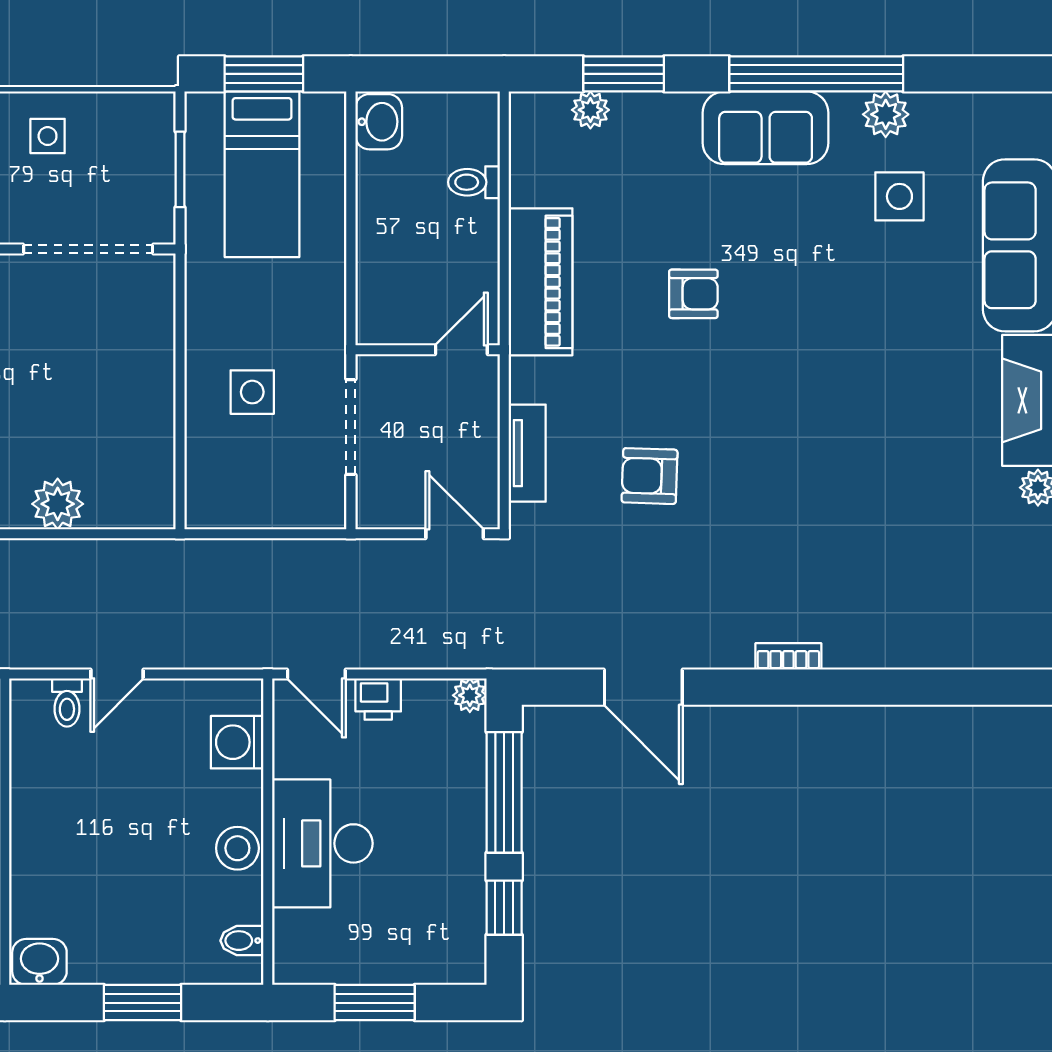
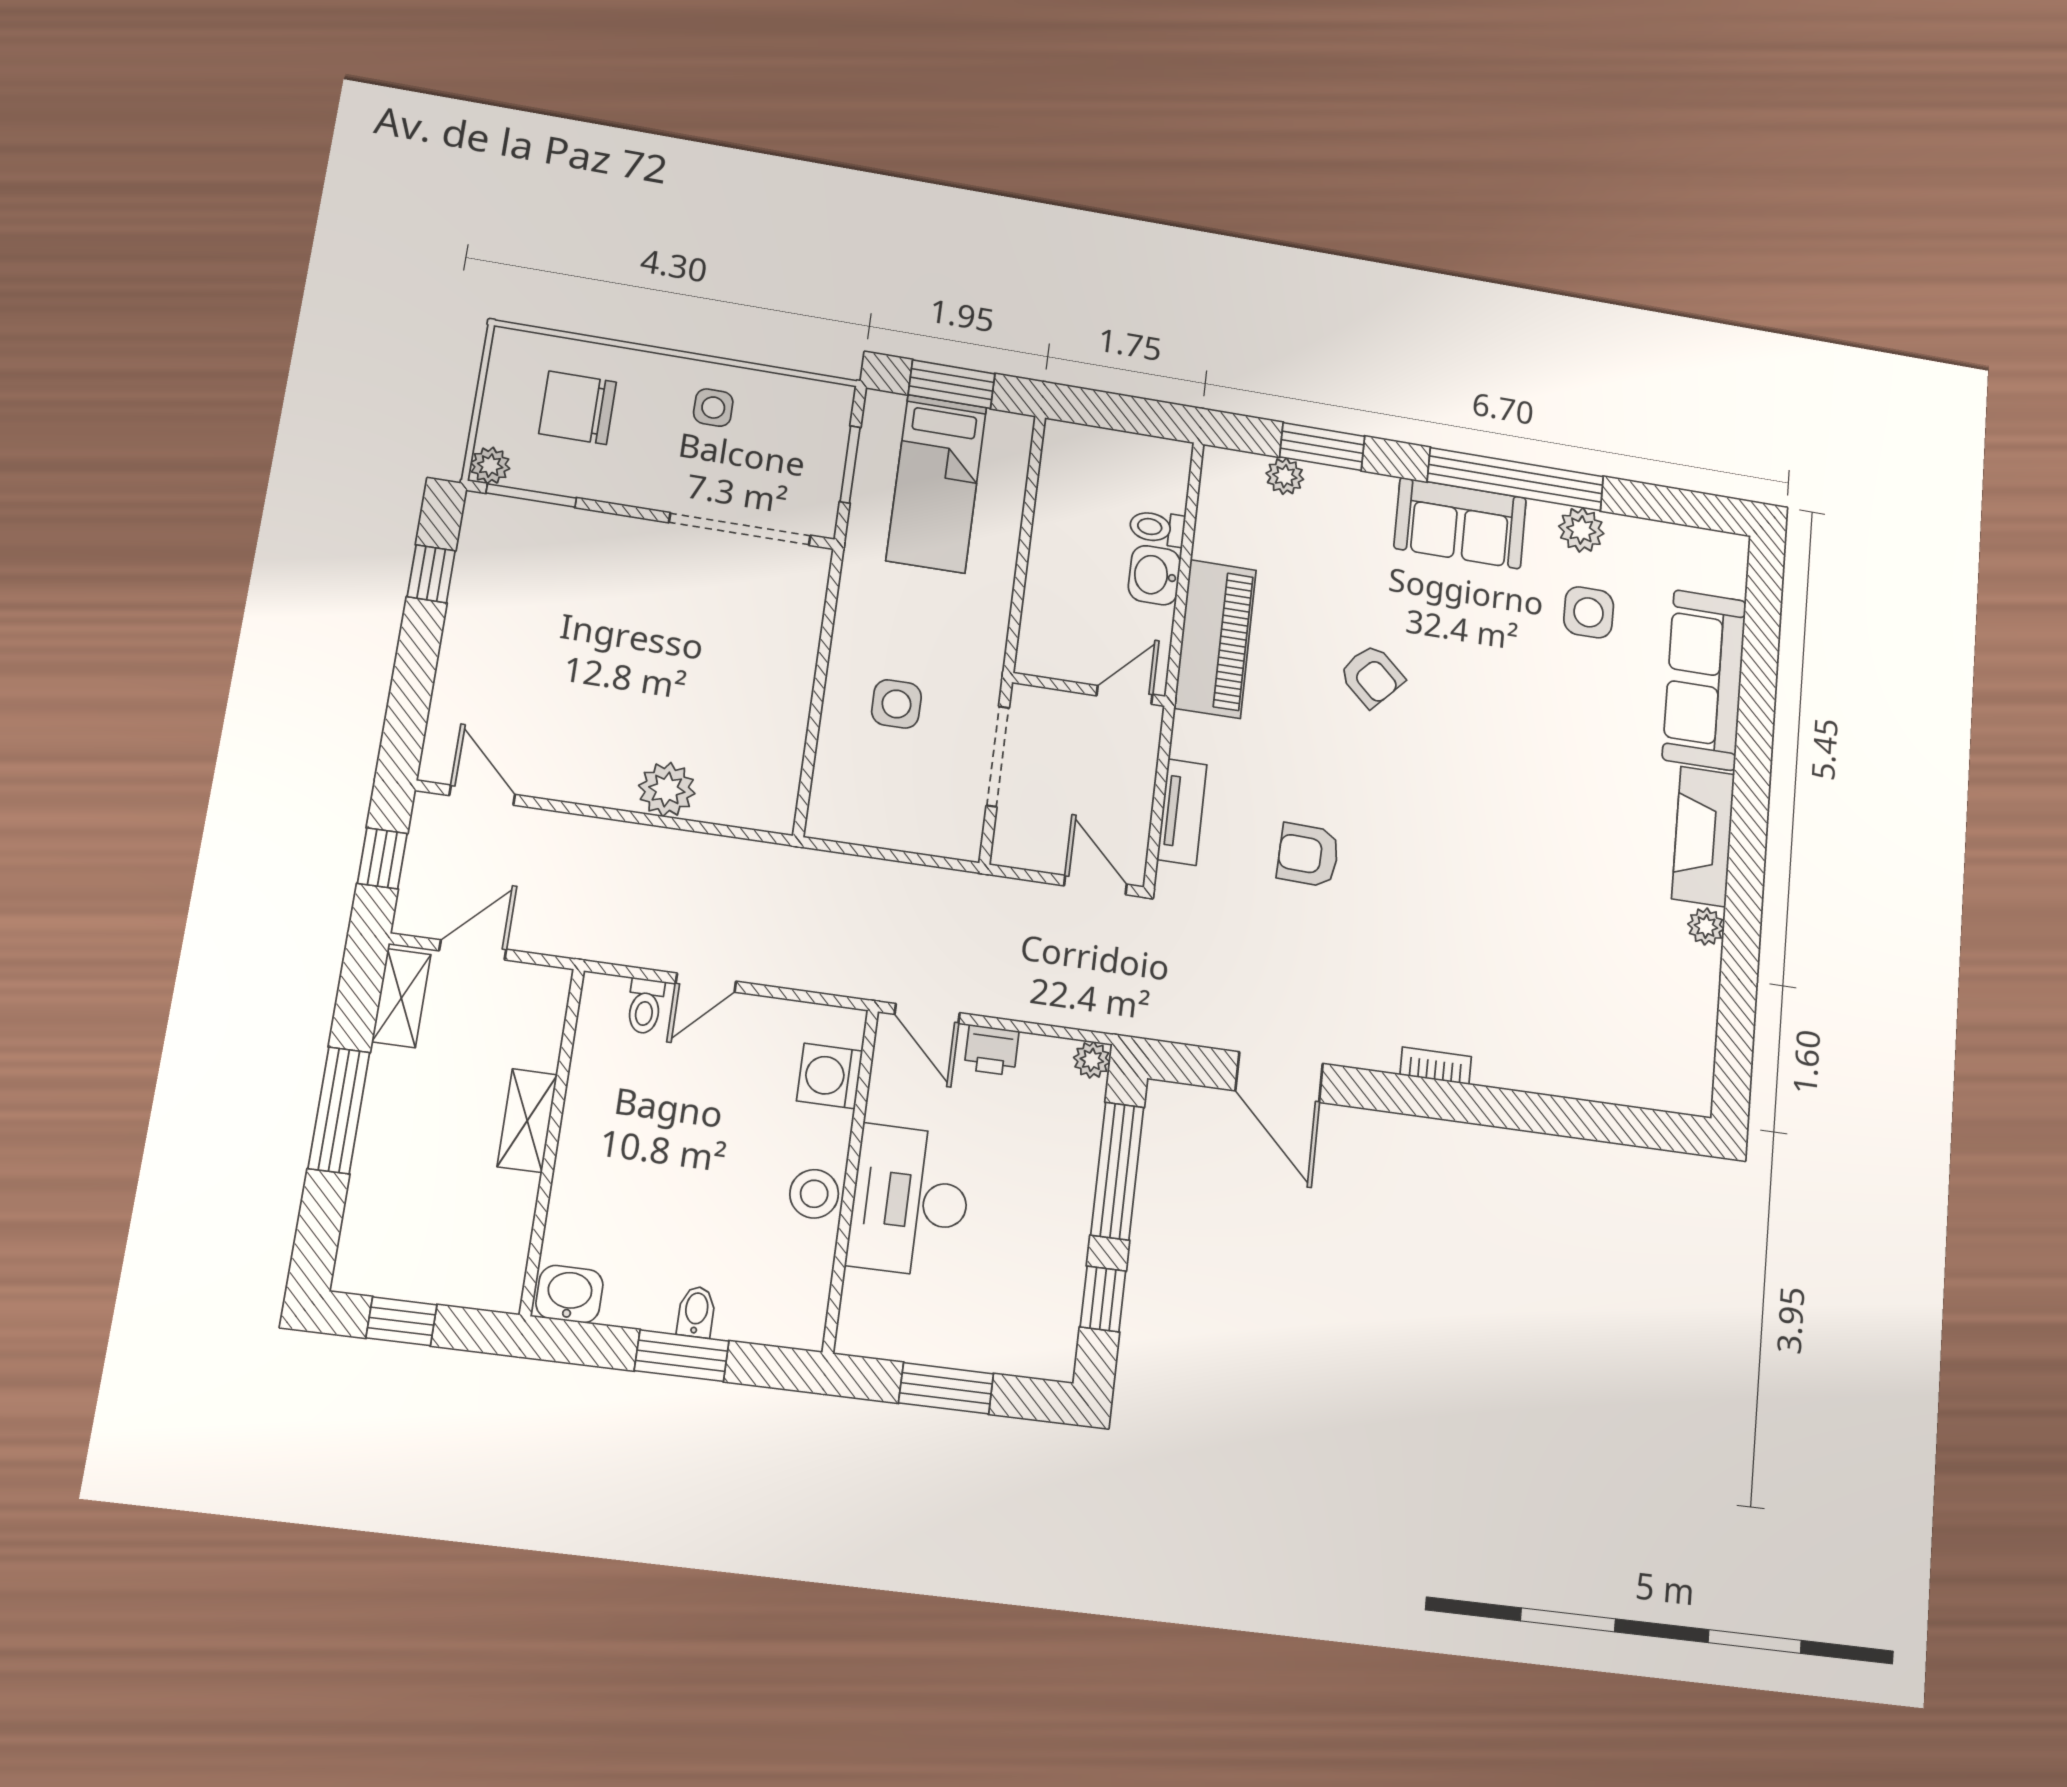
washbasin: (379, 122) -> (1154, 575), moved, turned 180
armchair: (693, 294) -> (1372, 676), turned 43
bidet: (242, 941) -> (696, 1312), moved, turned 90

